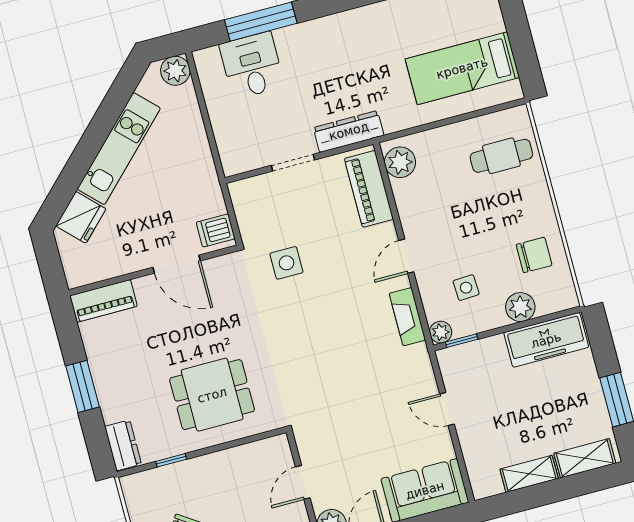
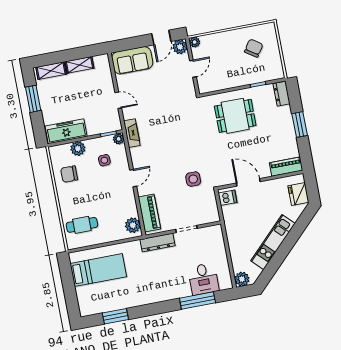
fridge: (81, 217) -> (298, 194), moved, turned -45
fireplace: (407, 317) -> (132, 133), moved

